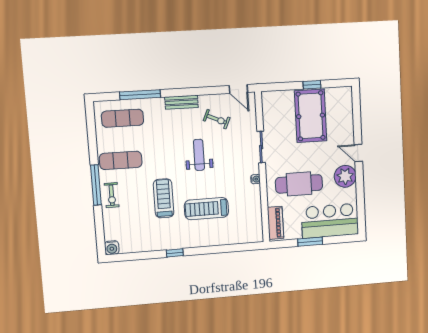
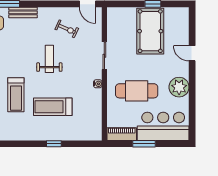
bench: (181, 102) -> (23, 12), moved
door: (358, 153) -> (192, 53), moved
treadmill: (164, 198) -> (16, 95), turned 180
piano: (276, 223) -> (122, 134), moved, turned -90
window: (175, 253) -> (54, 144), moved

